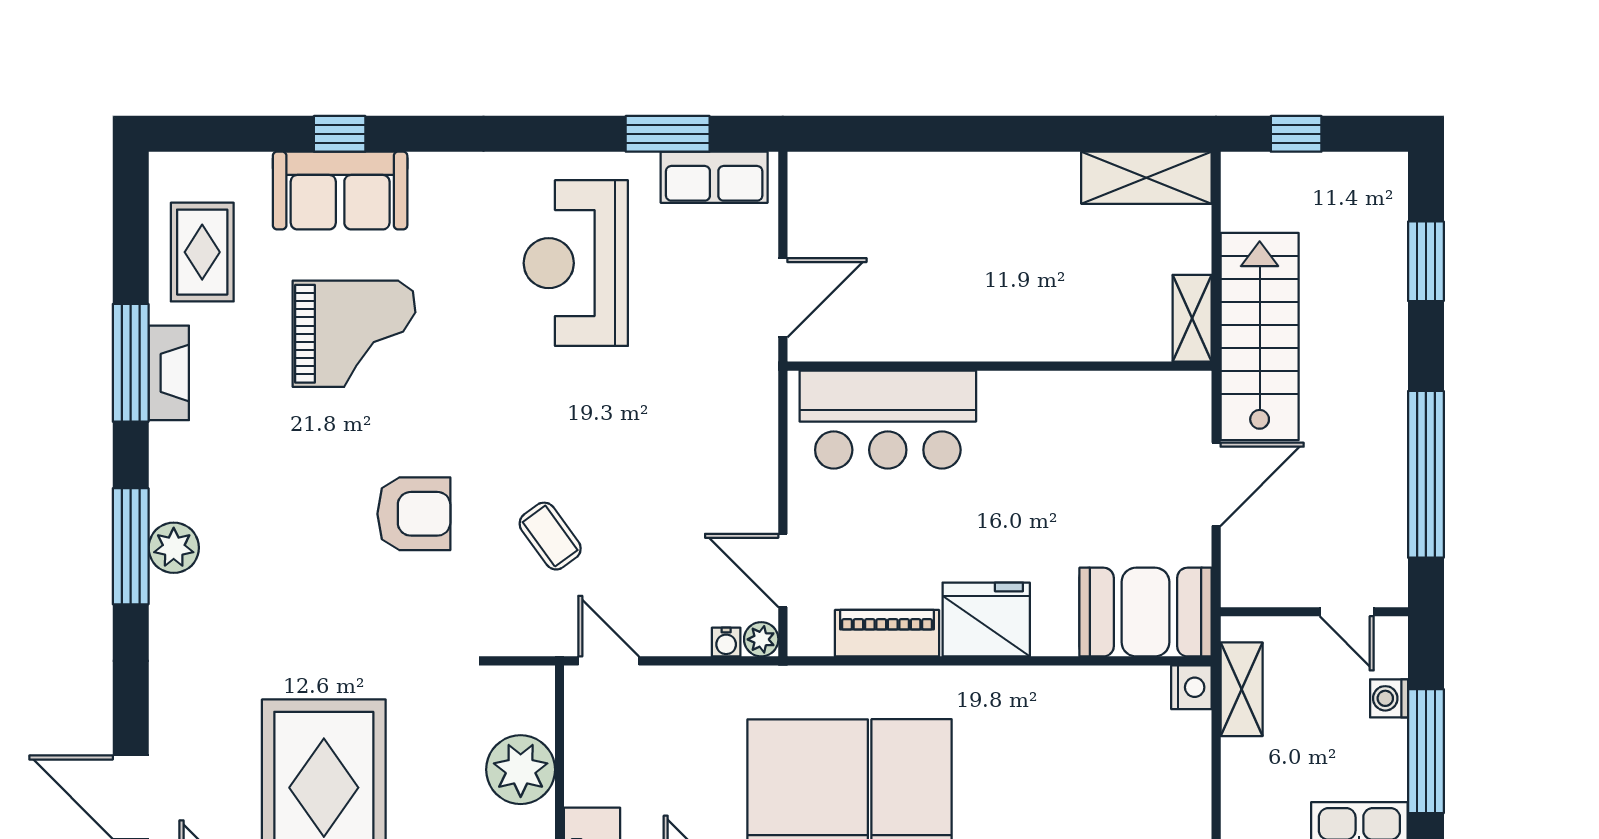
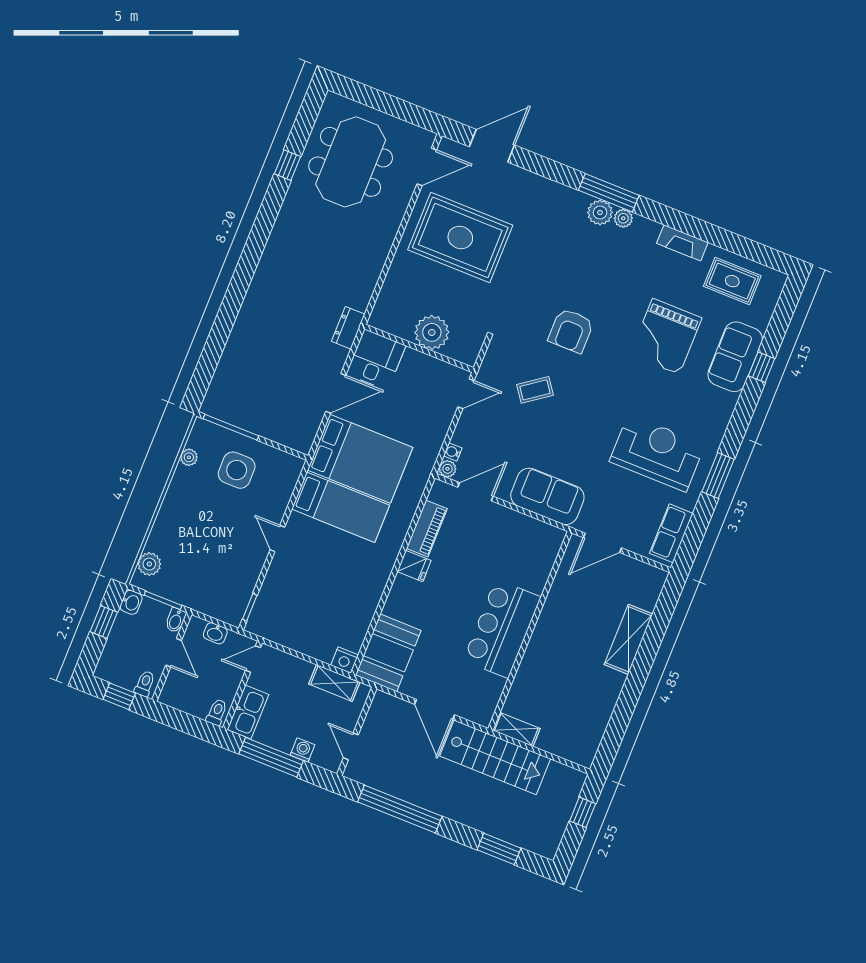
window: (668, 134) -> (718, 476), moved
shelving: (1146, 178) -> (628, 639), moved
door: (783, 298) -> (602, 543), hinge flipped
window: (131, 363) -> (694, 227), removed
bar counter: (888, 420) -> (502, 629), moved
sofa: (738, 434) -> (547, 496), added
plant: (167, 500) -> (623, 218), added
door: (1347, 612) -> (351, 746), hinge flipped
fridge: (986, 619) -> (414, 566), width x0.53, depth x0.75

